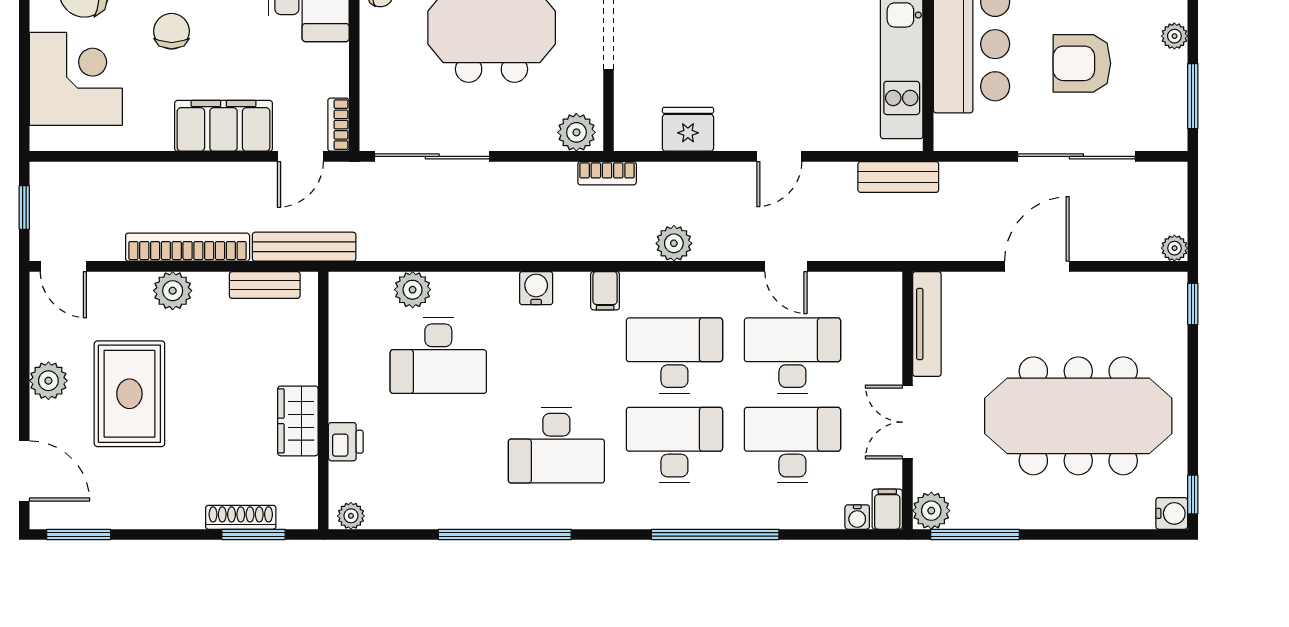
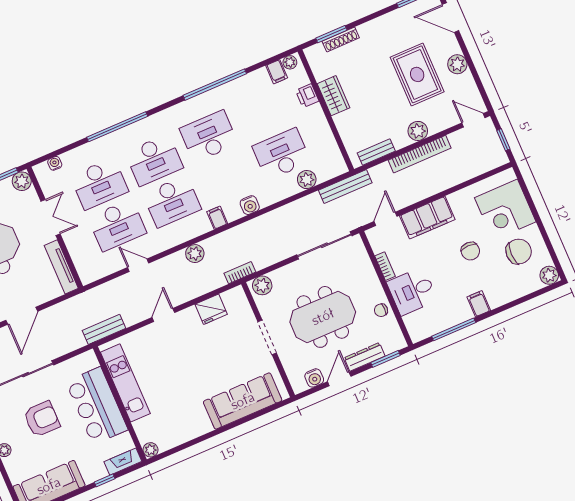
bookcase: (338, 125) -> (385, 266), moved
bench: (304, 247) -> (345, 187), moved
filing cabinet: (887, 509) -> (277, 72), moved

